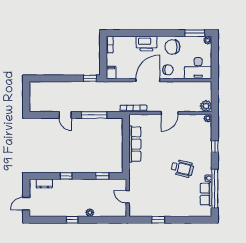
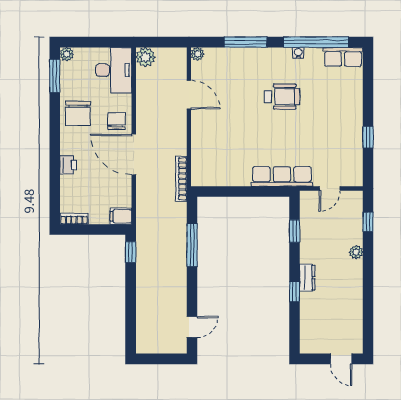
printer: (146, 44) -> (68, 165), width x0.53, depth x0.68
plant: (206, 106) -> (146, 57), moved
door: (170, 113) -> (189, 95), moved
door: (65, 115) -> (192, 327), moved
row of seats: (135, 144) -> (282, 176), moved
window: (215, 147) -> (245, 42), width x2.17
wheelchair: (182, 168) -> (282, 97), turned 76
dresser: (44, 184) -> (307, 278), moved
row of seats: (206, 194) -> (343, 57), moved
window: (72, 220) -> (368, 222), moved

